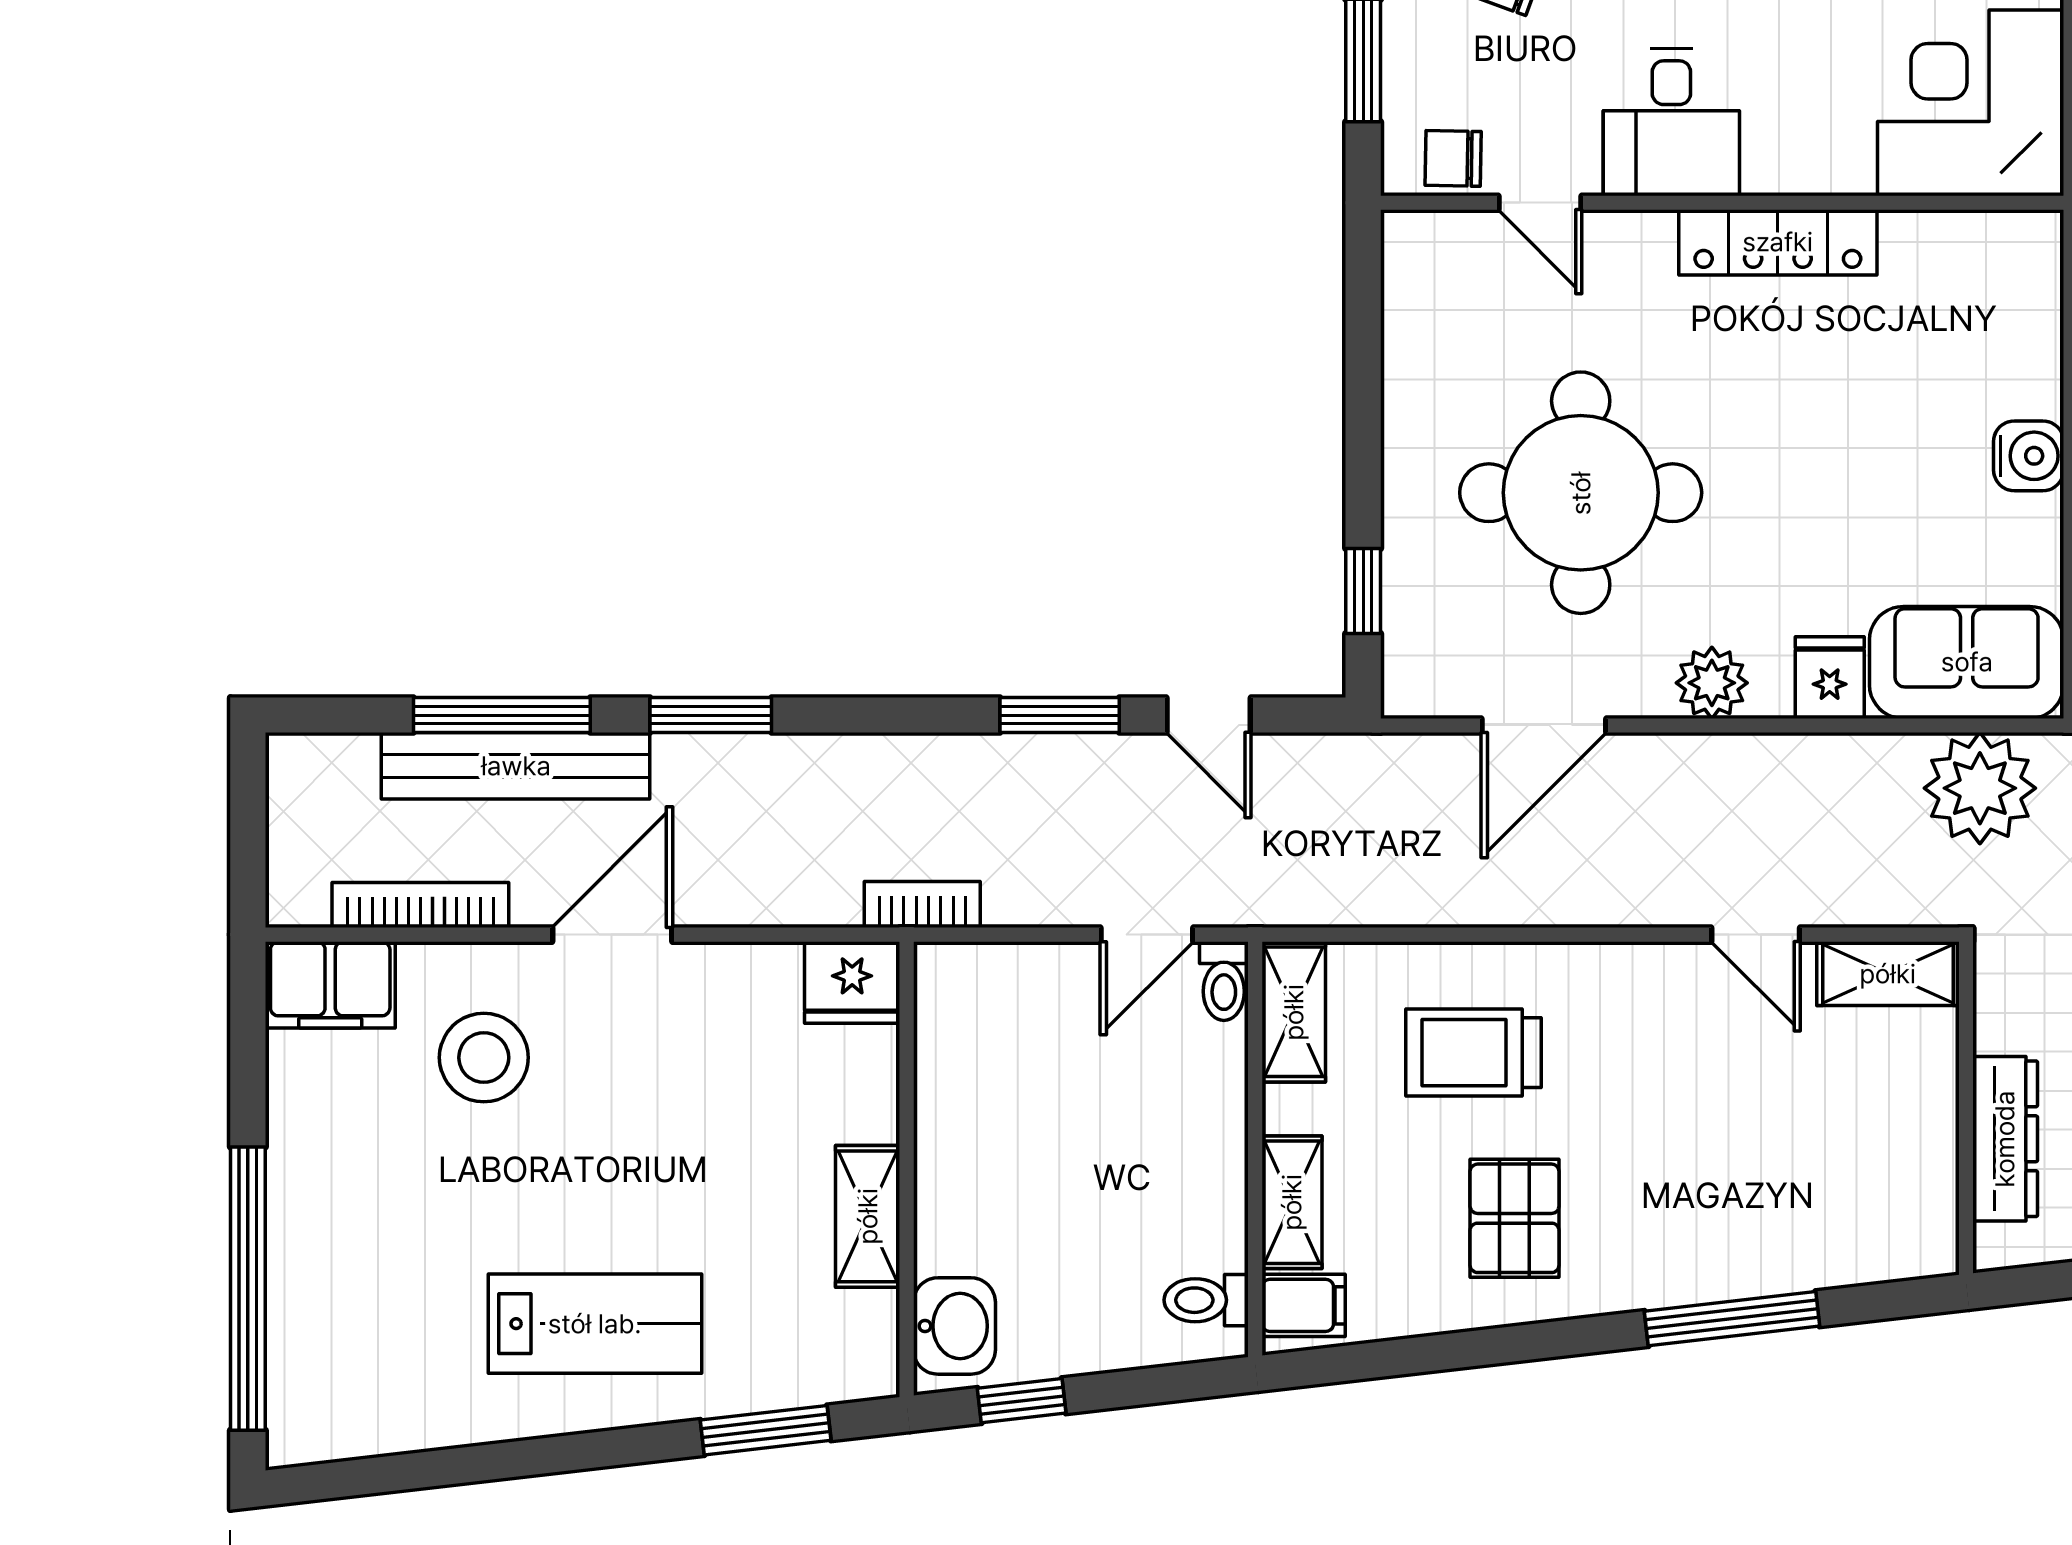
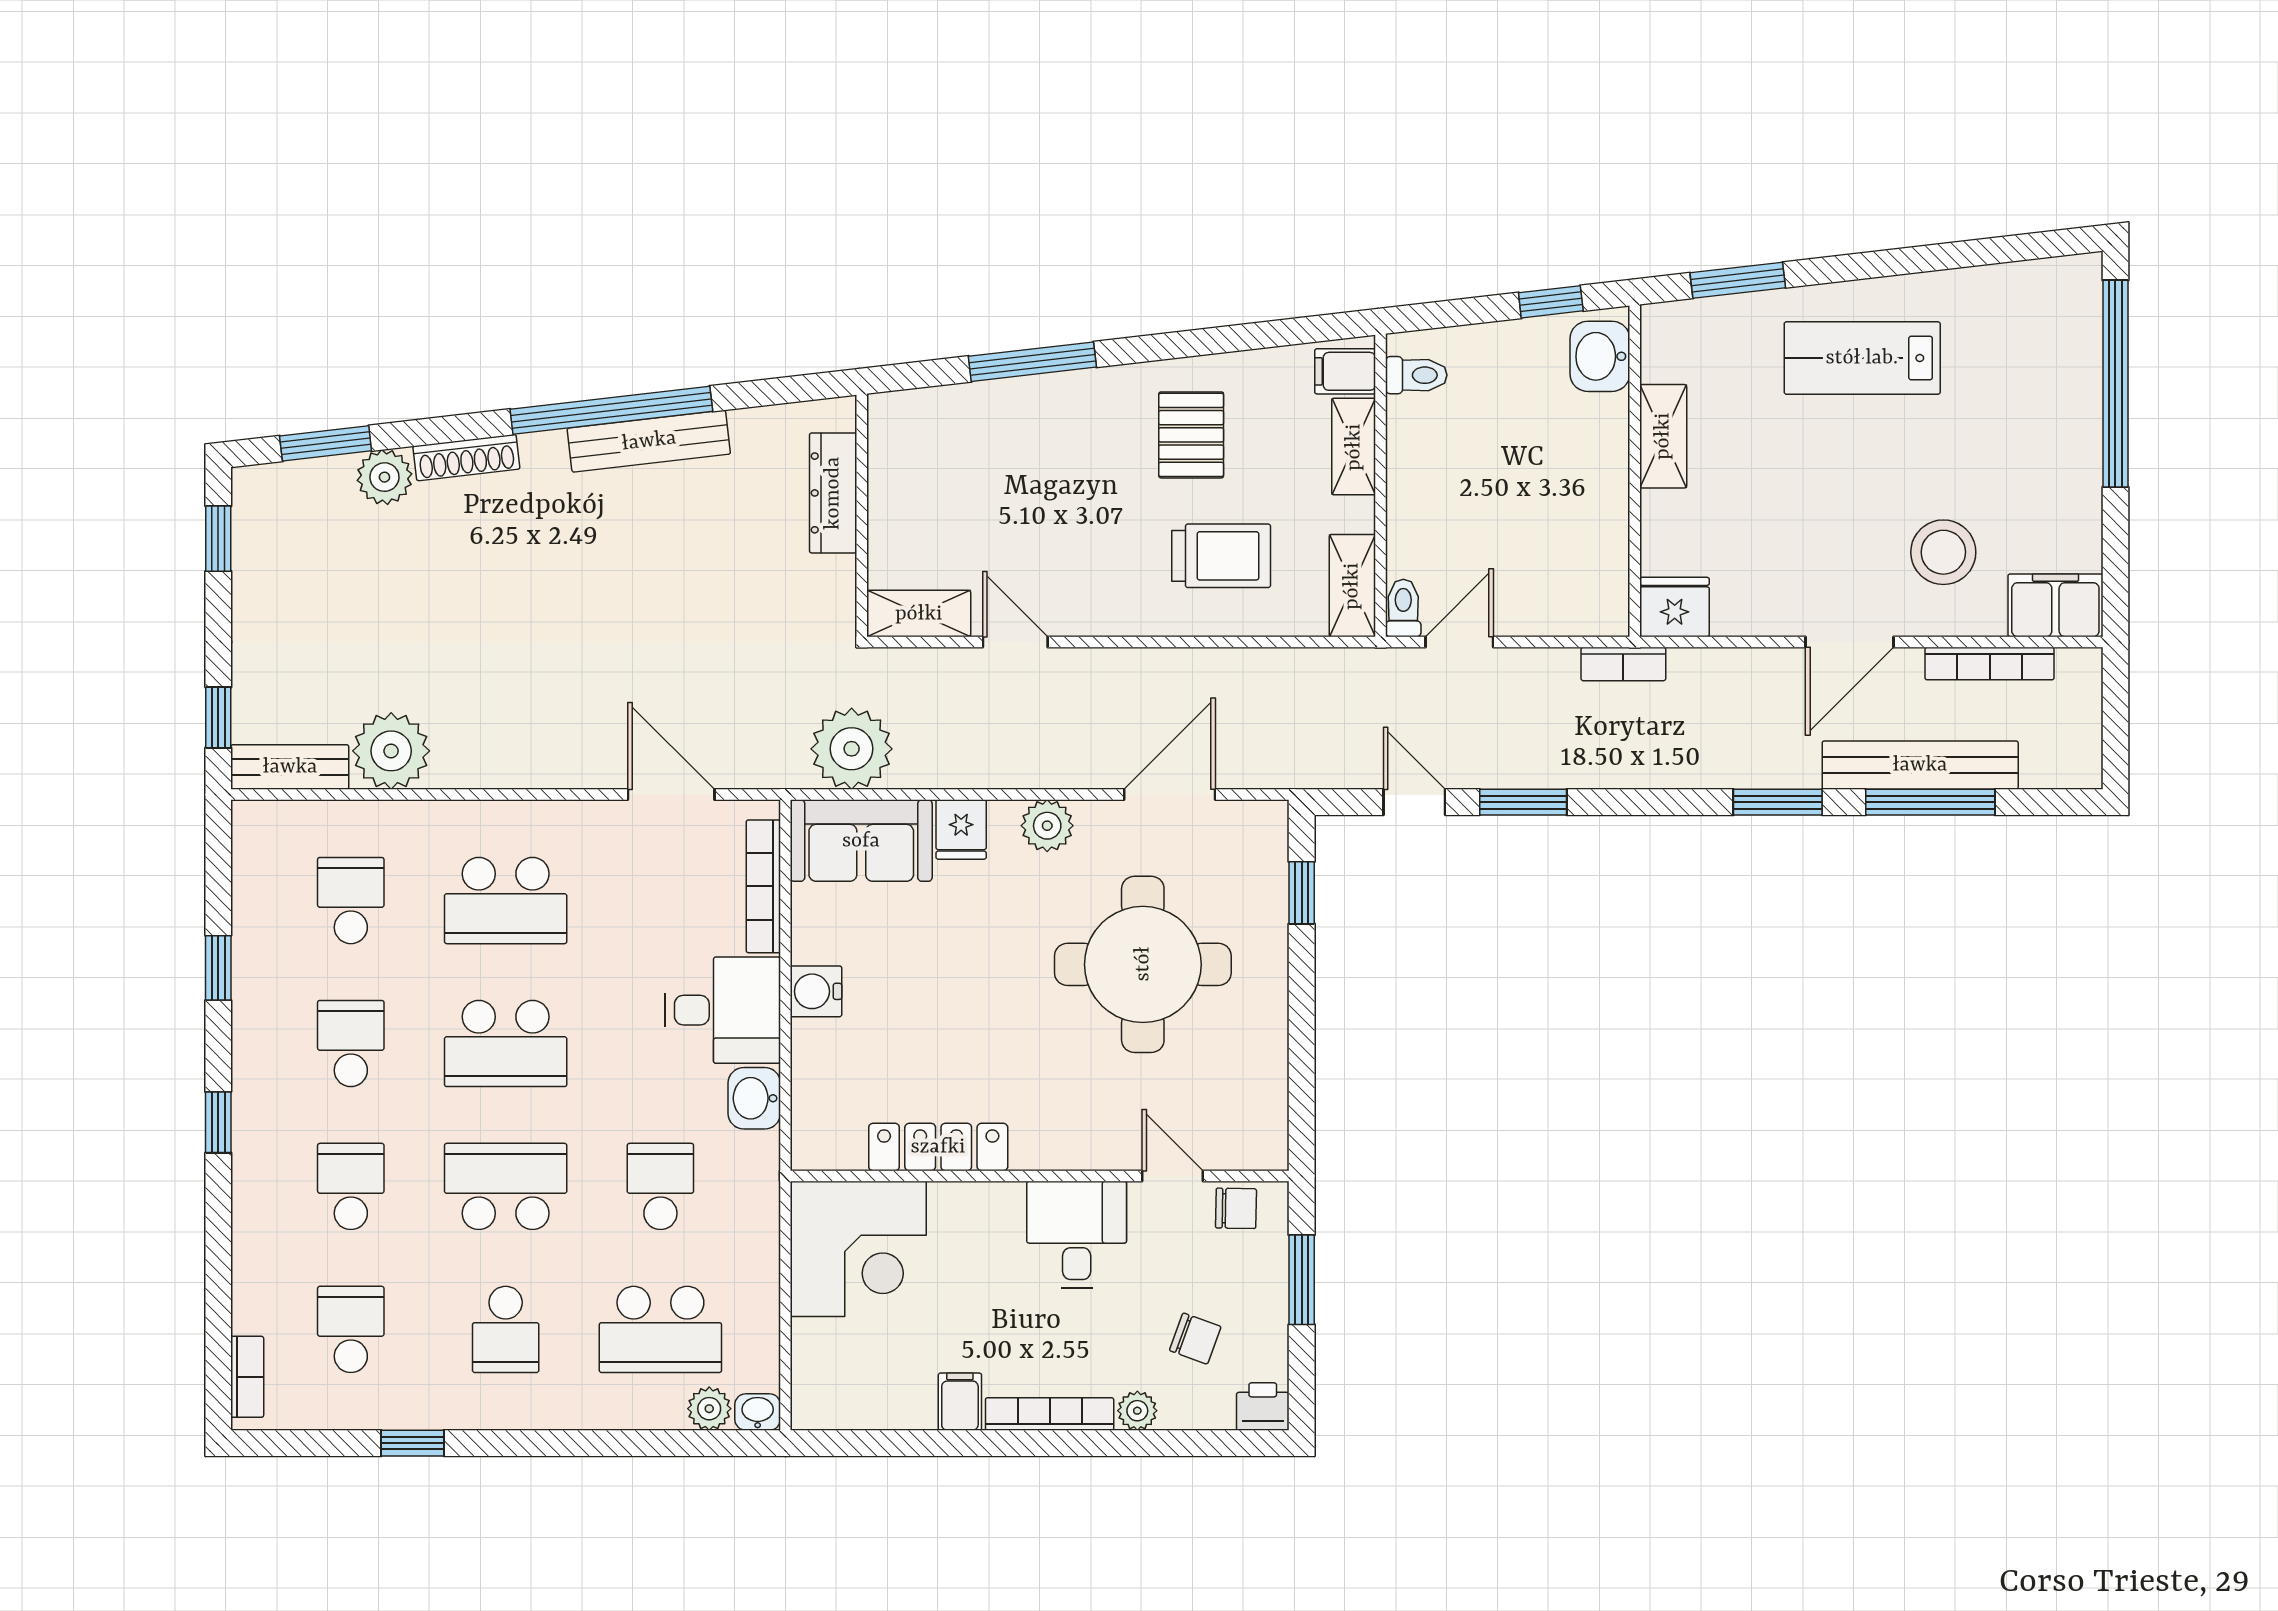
locker: (1778, 242) -> (938, 1147), moved

